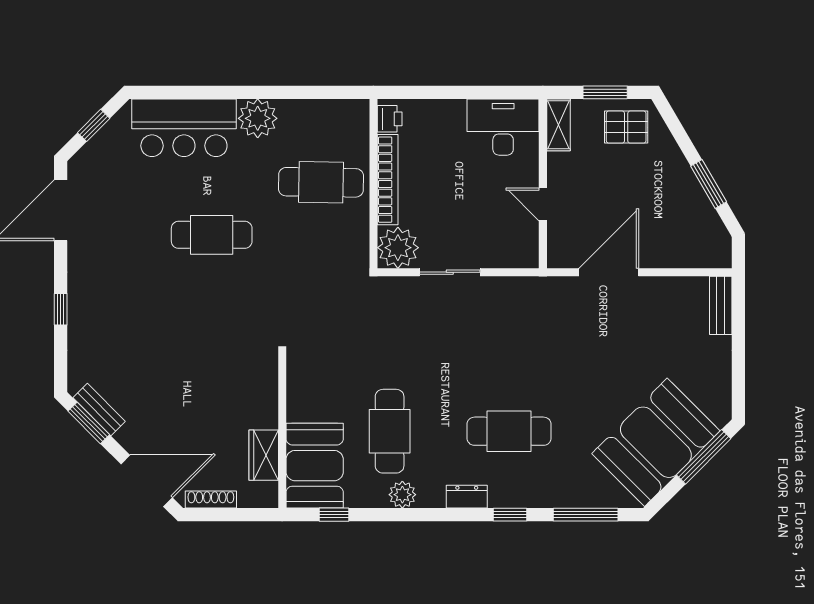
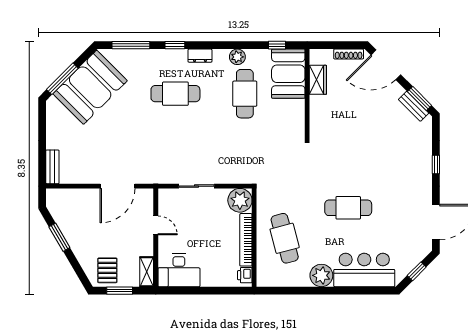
pallet: (626, 127) -> (107, 270), turned 90
cafe table: (321, 182) -> (285, 238), turned 74
sliding door: (450, 272) -> (197, 186), moved

